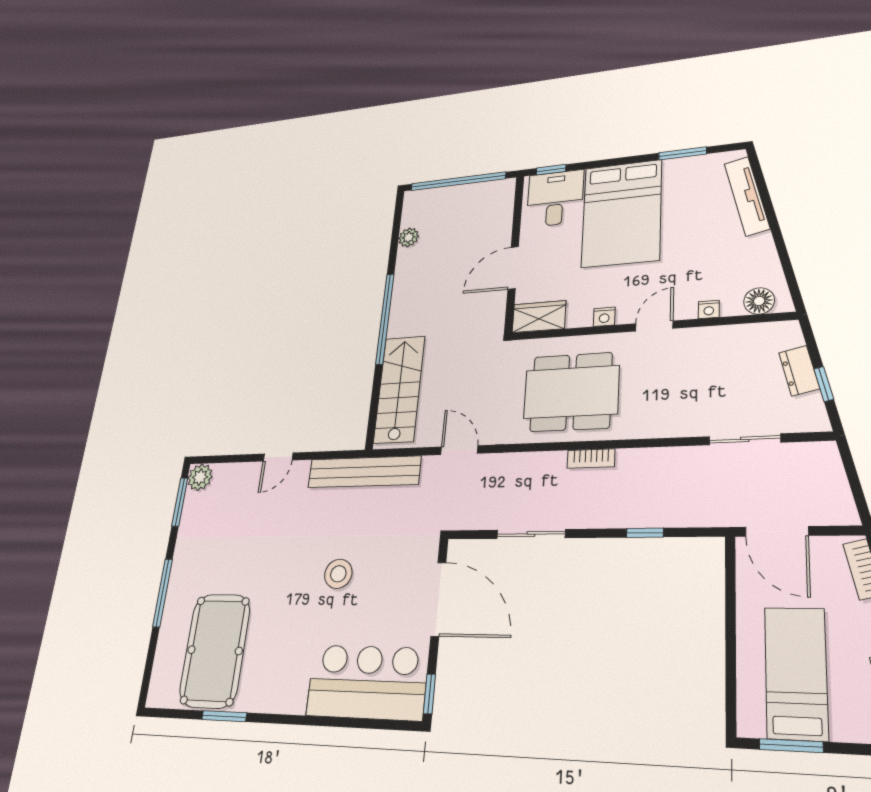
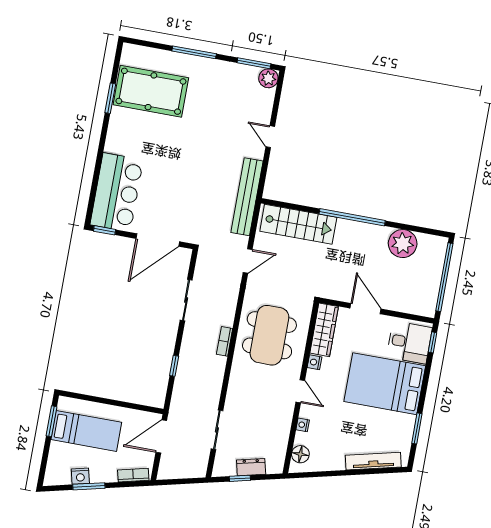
plant: (409, 237) -> (403, 244), width x1.87, depth x1.87
wardrobe: (539, 317) -> (324, 330), width x1.50
stool: (338, 574) -> (184, 177), removed

